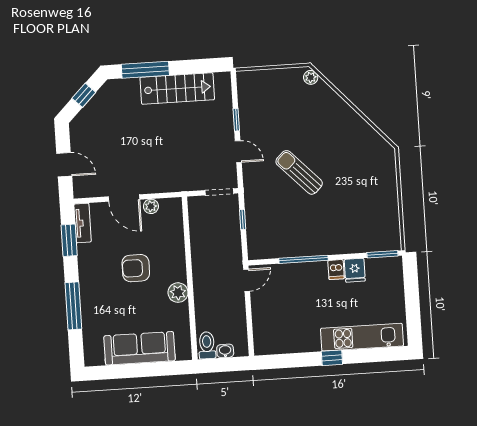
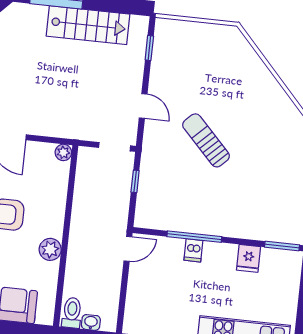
plant: (311, 77) -> (237, 38), removed
window: (236, 120) -> (149, 48), moved
plant: (151, 206) -> (63, 152), moved
dishwasher: (336, 270) -> (193, 250), moved

